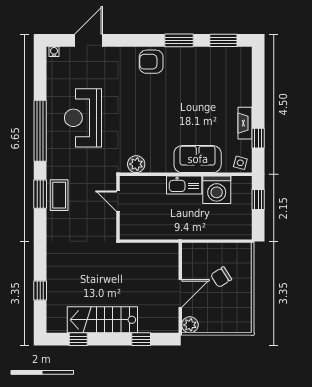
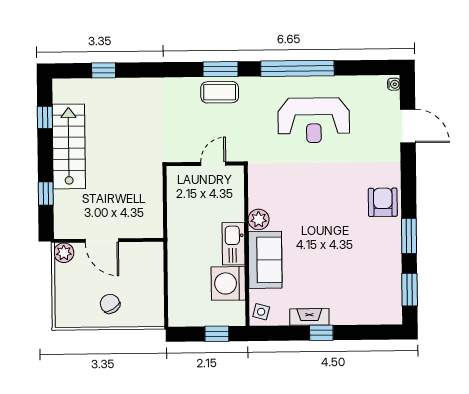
reception desk: (83, 118) -> (314, 120), turned 180
window: (258, 138) -> (321, 333), moved
plant: (136, 164) -> (259, 219), moved
chair: (221, 277) -> (110, 304), moved

